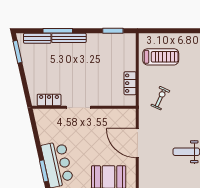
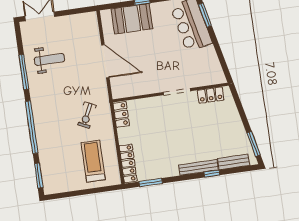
window: (58, 31) -> (212, 174), width x0.46
locker: (130, 50) -> (128, 163), added
treadmill: (161, 57) -> (93, 161), turned 90
locker: (130, 83) -> (121, 114), moved

